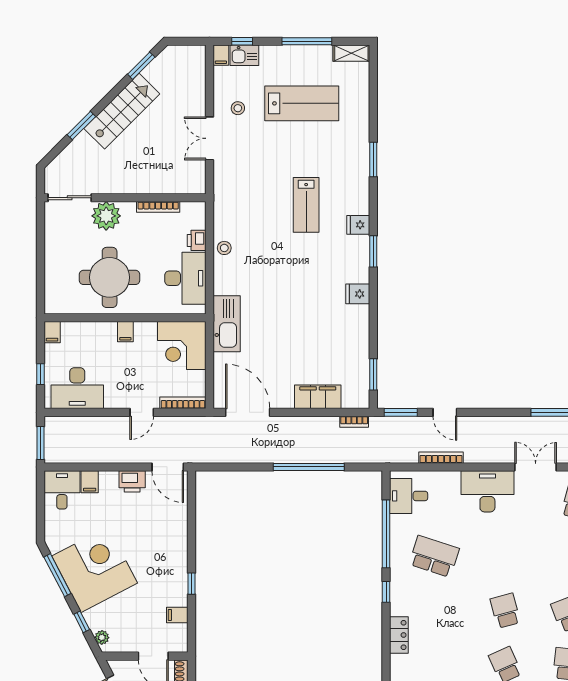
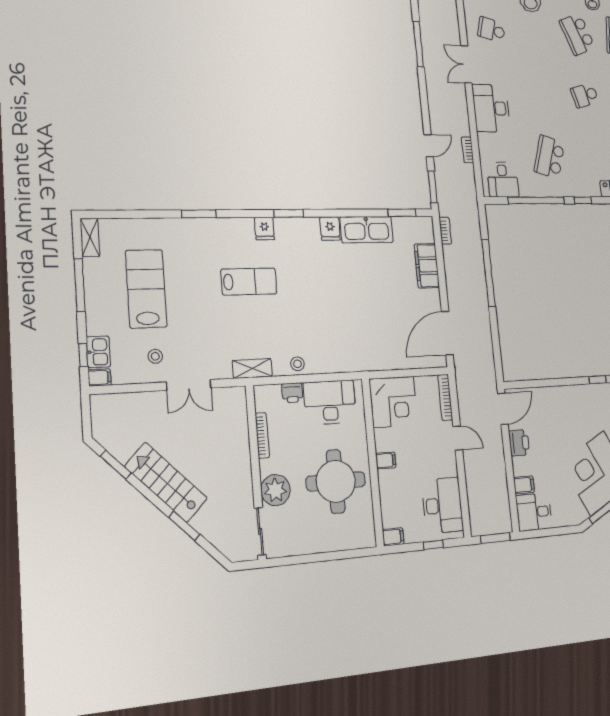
shelving: (222, 202) -> (252, 368), added
kitchen sink: (227, 324) -> (367, 230), moved, turned 180
bookcase: (441, 458) -> (468, 150), width x0.64

